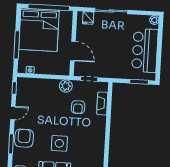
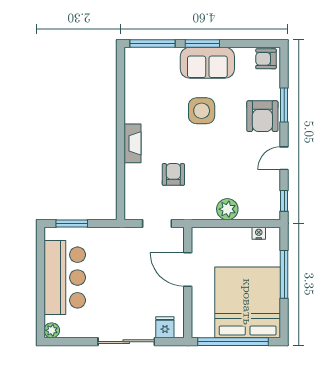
plant: (66, 86) -> (227, 209), moved
fireplace: (102, 103) -> (132, 143), moved

